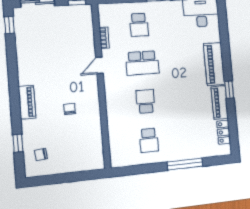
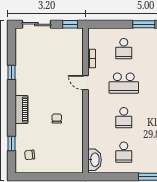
window: (9, 25) -> (12, 72), moved
door: (99, 65) -> (85, 83), hinge flipped
school desk: (146, 101) -> (124, 118), turned 180
washbasin: (117, 152) -> (95, 160), added

